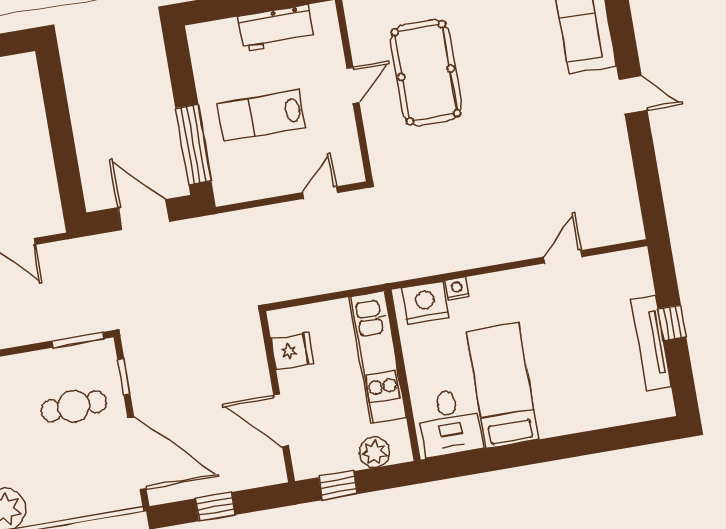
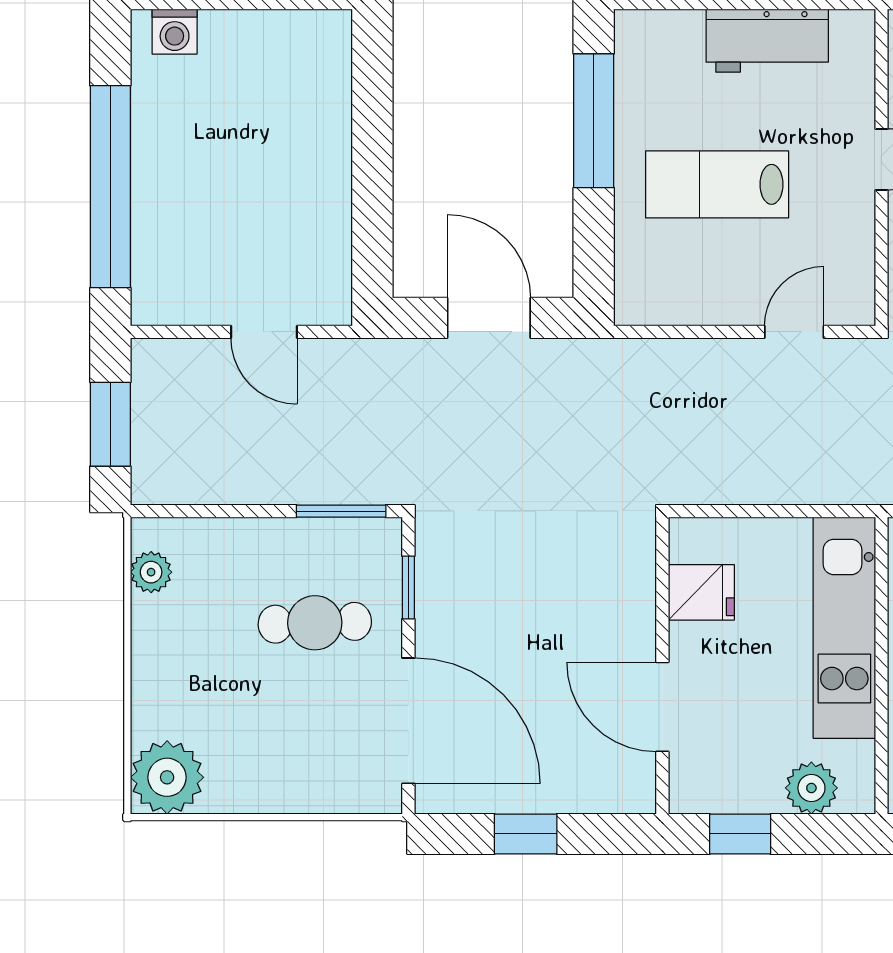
window: (193, 145) -> (594, 121), moved

